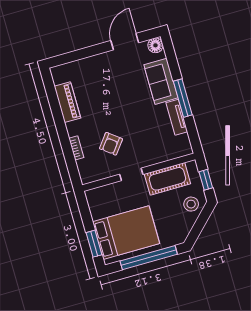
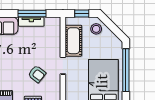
window: (183, 98) -> (32, 13), moved

